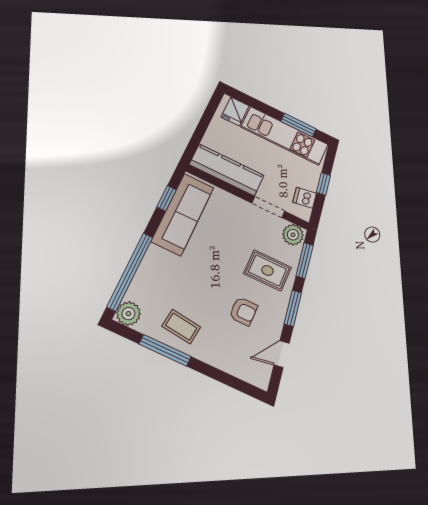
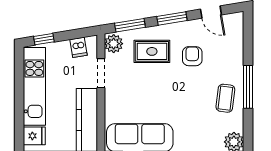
window: (298, 125) -> (19, 79), removed
window: (323, 184) -> (44, 39), moved
rug: (268, 270) -> (152, 51), turned 90
window: (165, 350) -> (248, 87), moved

